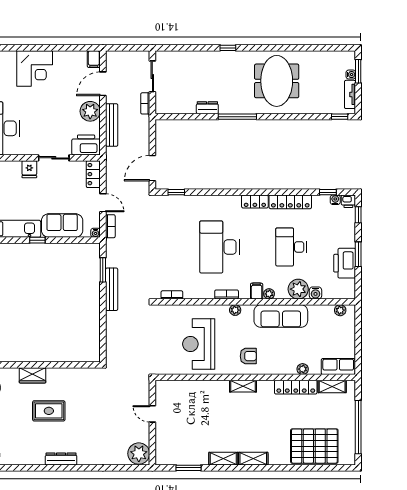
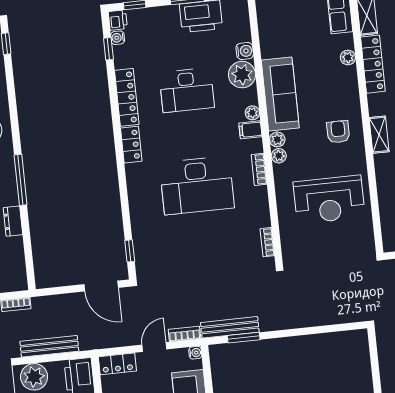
bench: (112, 289) -> (230, 327), moved
plant: (340, 310) -> (277, 139), moved

